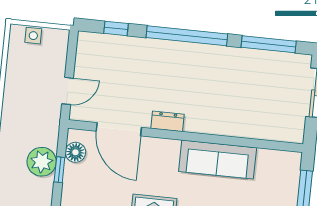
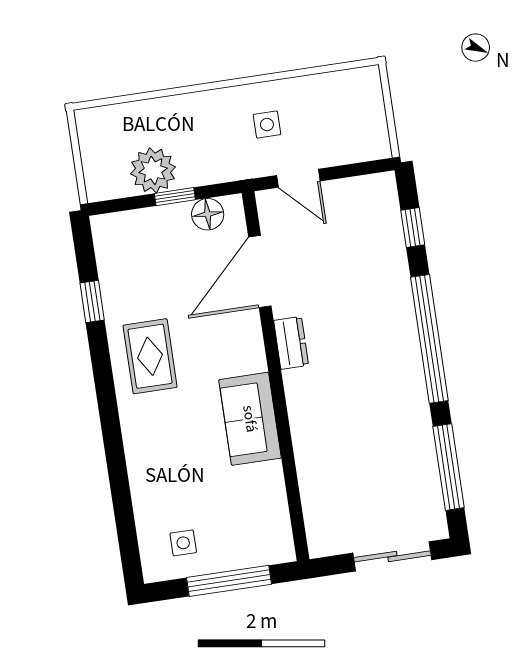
side table: (33, 36) -> (267, 125), moved
sofa: (218, 160) -> (250, 419), width x0.73
plant: (42, 162) -> (153, 170), moved

